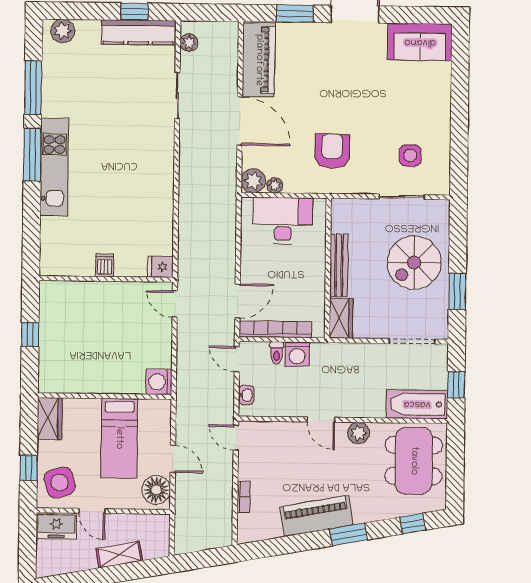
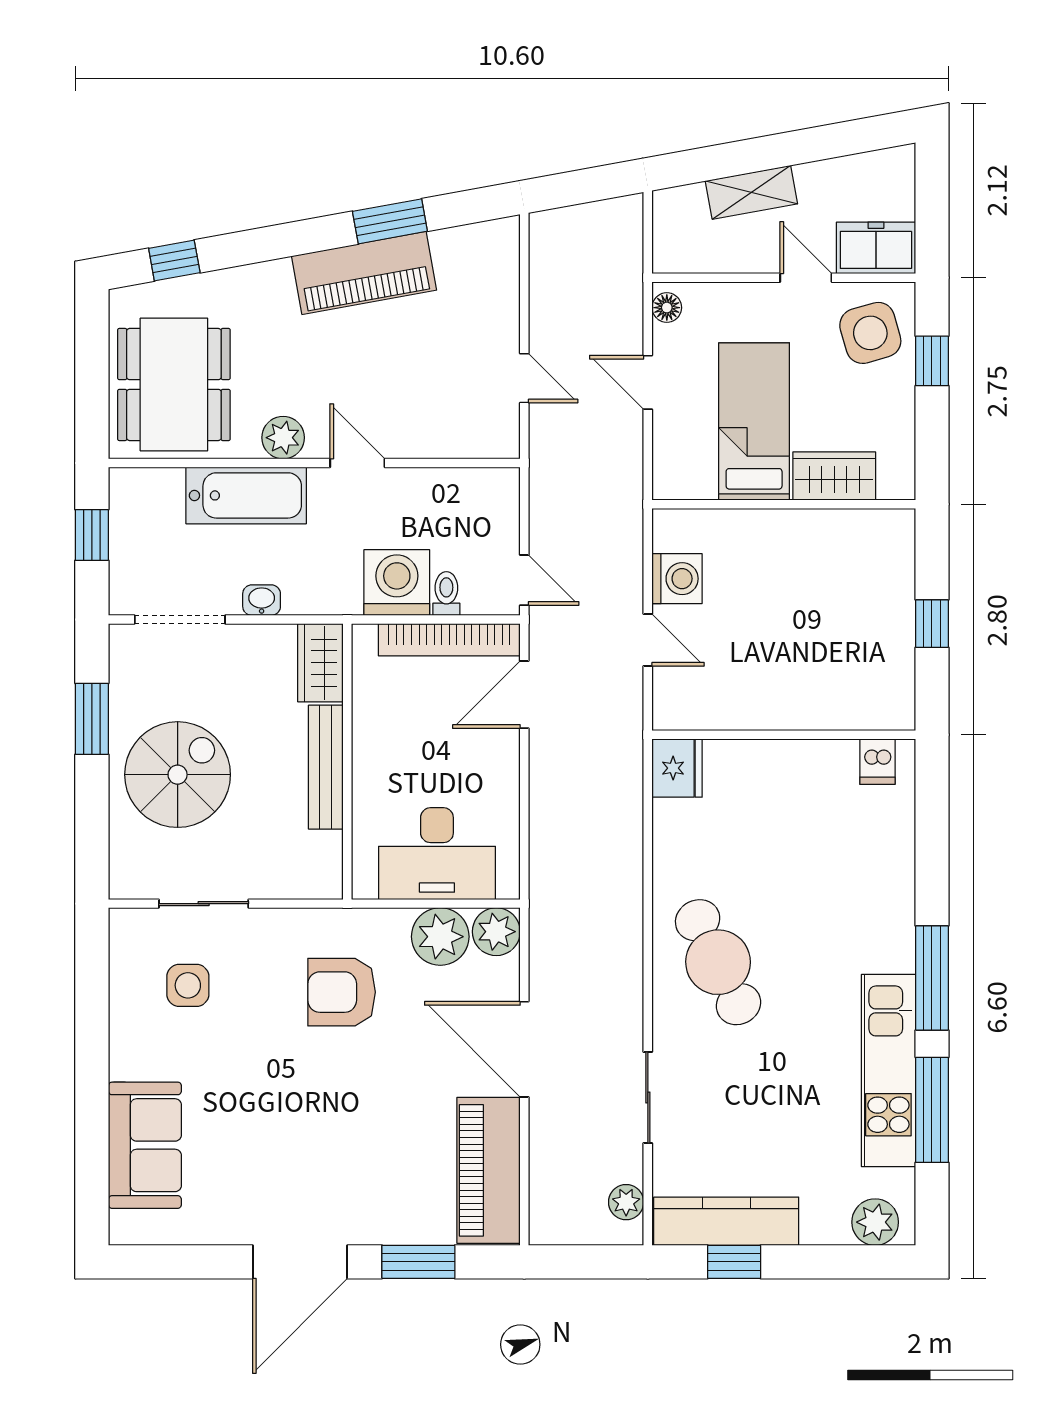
sofa: (420, 42) -> (145, 1145), moved, turned 90
armchair: (332, 151) -> (342, 992), turned 90
cafe table: (141, 164) -> (718, 962), added
kitchen unit: (54, 167) -> (888, 1071), moved
plant: (275, 185) -> (440, 937), width x1.88, depth x1.88
dishwasher: (105, 265) -> (877, 762), moved
fridge: (160, 267) -> (677, 768), width x1.38
door: (175, 304) -> (648, 640), moved
washing machine: (297, 354) -> (397, 583), width x1.37, depth x1.37
washing machine: (159, 382) -> (677, 579), moved
washbasin: (246, 395) -> (262, 600), moved, turned 90
bathtub: (417, 404) -> (246, 495), moved
wardrobe: (50, 419) -> (834, 476), moved, turned 90
door: (236, 438) -> (524, 378), moved
floor lamp: (156, 490) -> (667, 308), width x0.53, depth x0.53
bookcase: (244, 497) -> (508, 310), removed
window: (349, 534) -> (390, 221), moved

